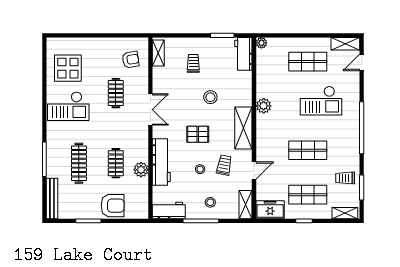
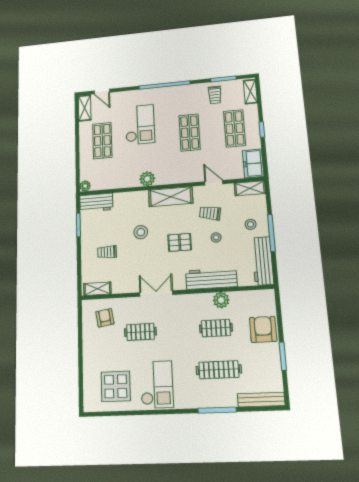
pallet: (198, 134) -> (180, 242), turned 90
workbench: (169, 210) -> (263, 261), width x1.38

